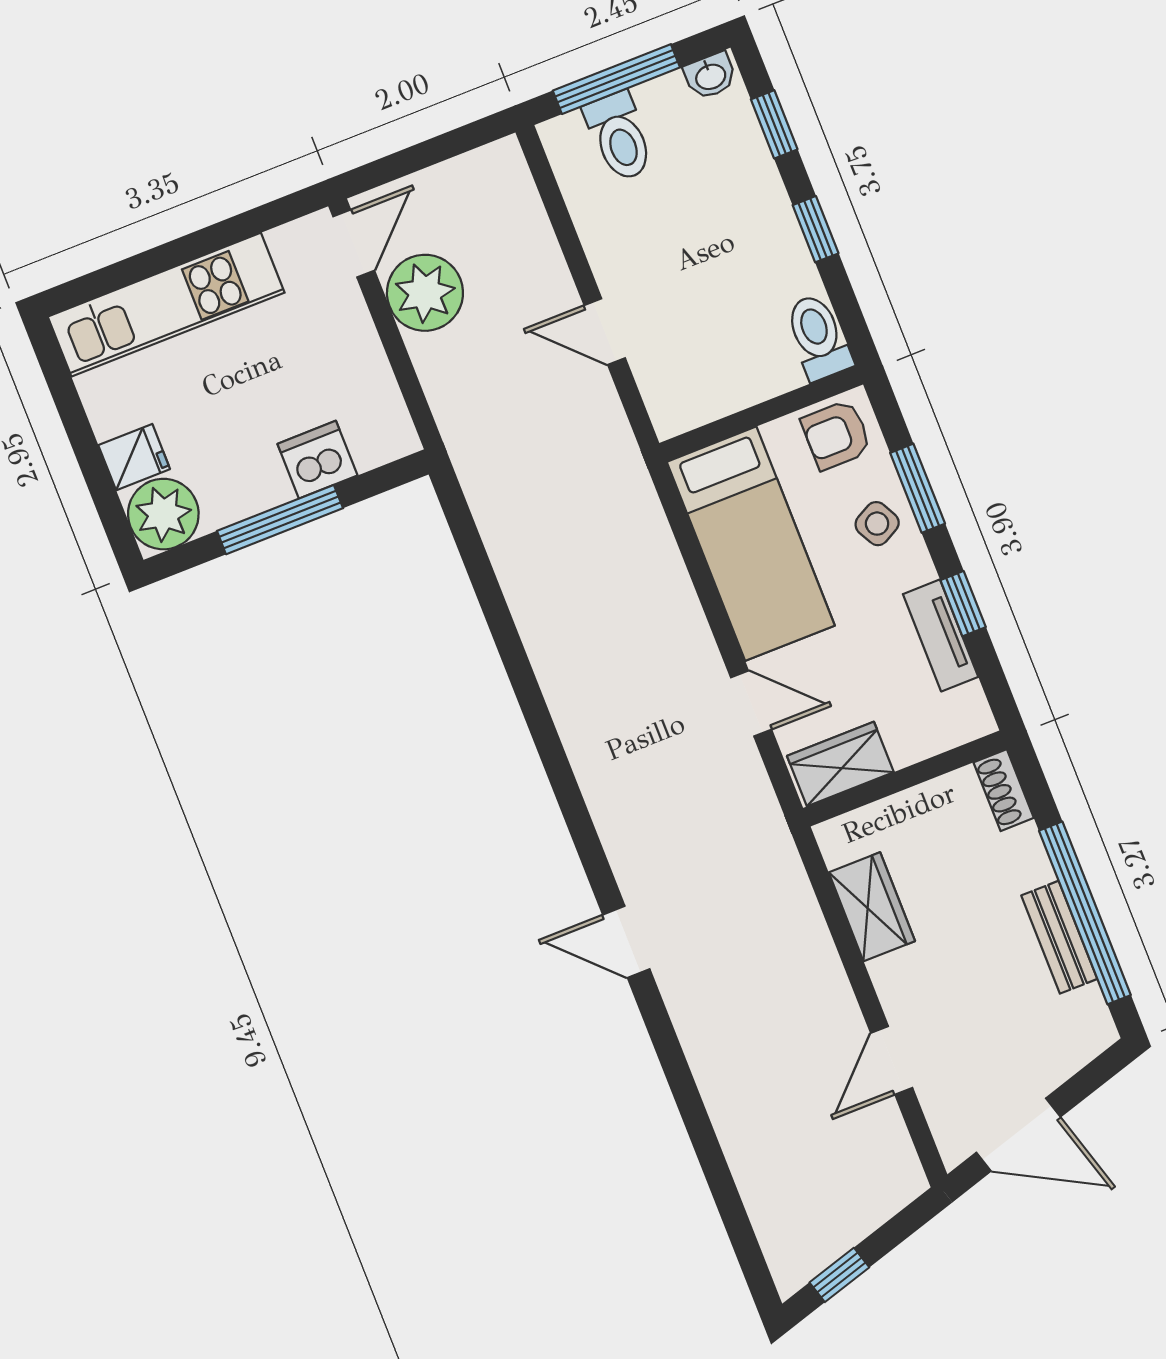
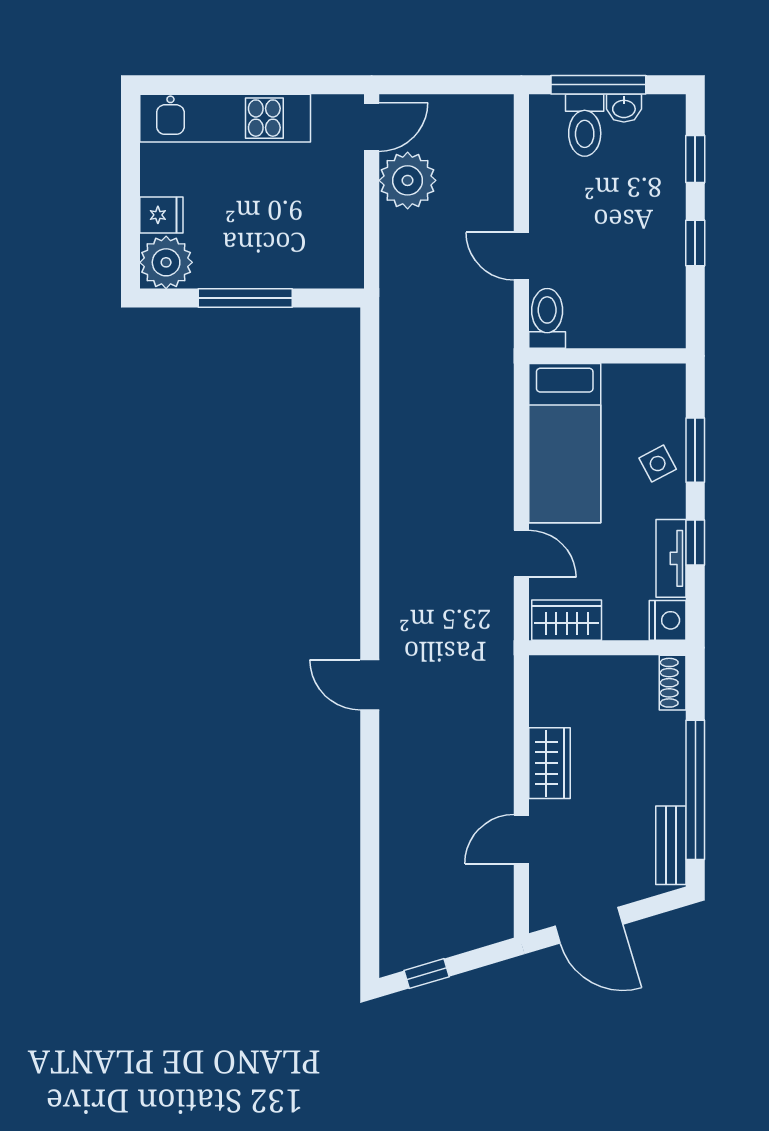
washbasin: (710, 76) -> (624, 108), moved
toilet: (818, 337) -> (547, 318), moved
armchair: (836, 435) -> (654, 391), removed
dishwasher: (317, 460) -> (288, 267), removed
nightstand: (967, 715) -> (668, 620), added
wardrobe: (872, 907) -> (549, 763), moved
bench: (1059, 937) -> (671, 845), moved

